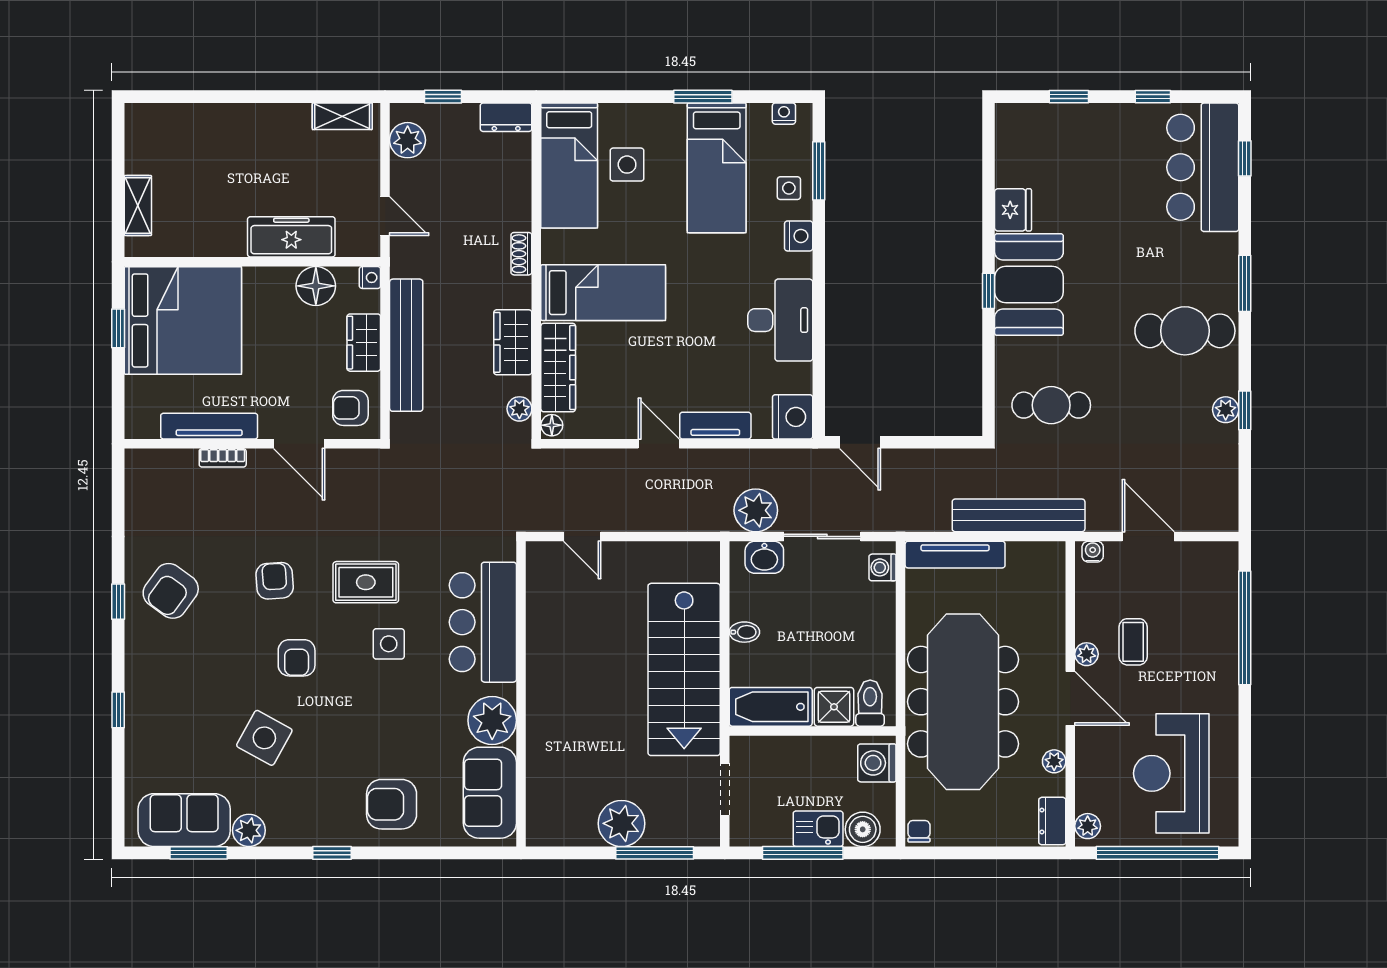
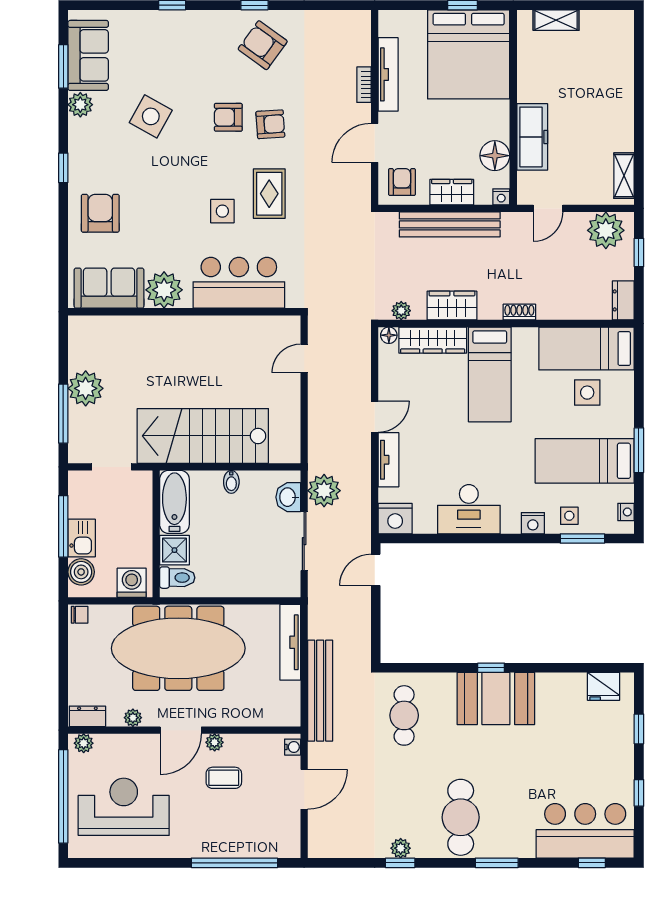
plant: (408, 140) -> (606, 230), width x1.36, depth x1.36
fridge: (1013, 210) -> (604, 686), moved
washing machine: (882, 567) -> (280, 587), removed
armchair: (297, 658) -> (228, 117), moved

